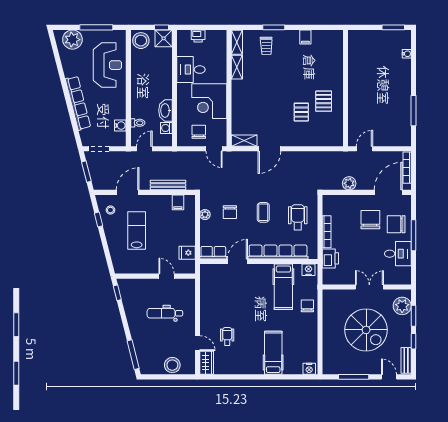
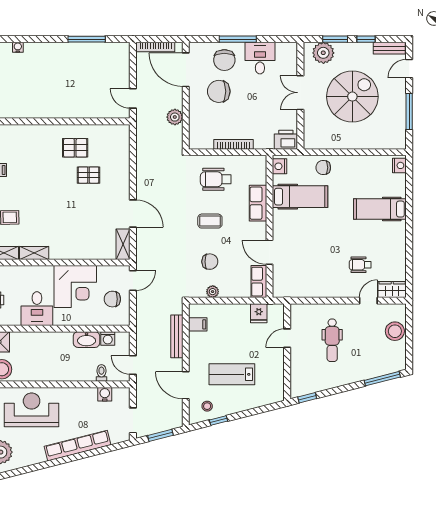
row of seats: (278, 252) -> (258, 203), width x0.50
printer: (330, 258) -> (286, 140), moved

